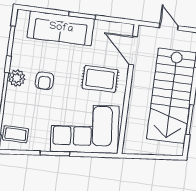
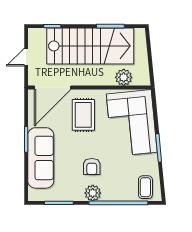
door: (133, 51) -> (53, 88), width x1.36
armchair: (45, 81) -> (92, 167), turned 90
plant: (134, 127) -> (124, 77), added

